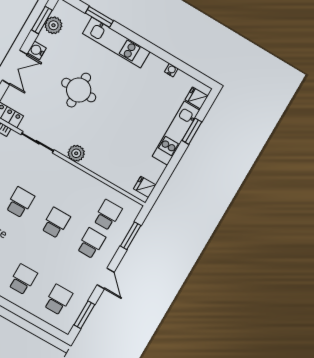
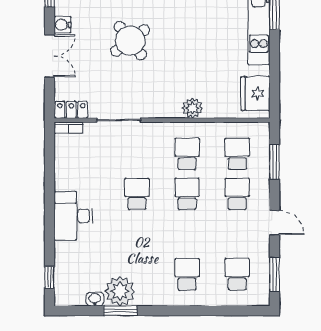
round table: (79, 90) -> (130, 41), turned -37
plant: (76, 153) -> (192, 108), moved
fridge: (145, 187) -> (255, 93), width x1.88, depth x1.34
school desk: (72, 194) -> (187, 154), added

